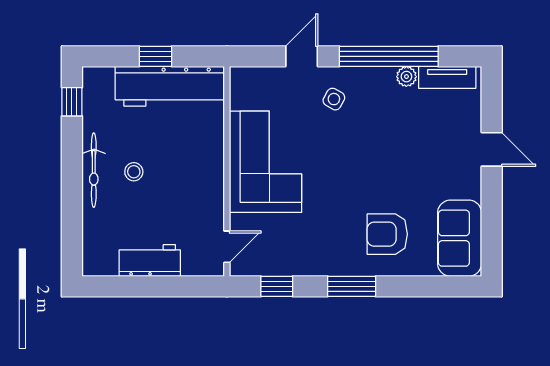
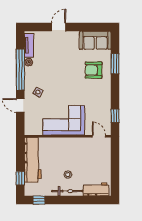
window: (155, 56) -> (20, 178), moved
armchair: (387, 234) -> (94, 70), turned 90
workbench: (150, 261) -> (96, 189), moved, turned 90
window: (352, 286) -> (115, 64), moved

